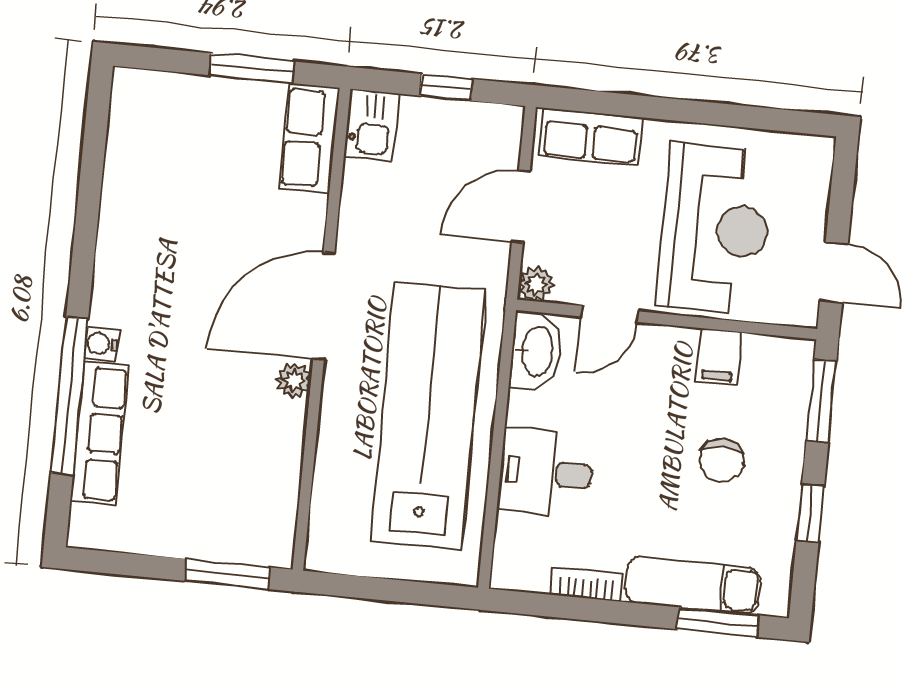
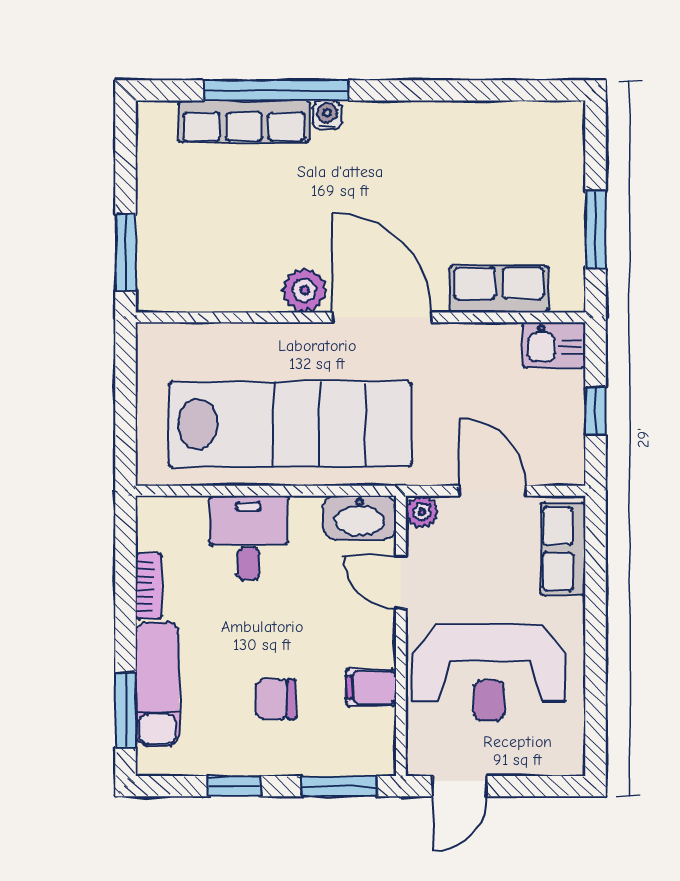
row of seats: (309, 138) -> (499, 289), moved
plant: (294, 381) -> (304, 290), width x1.38, depth x1.38

